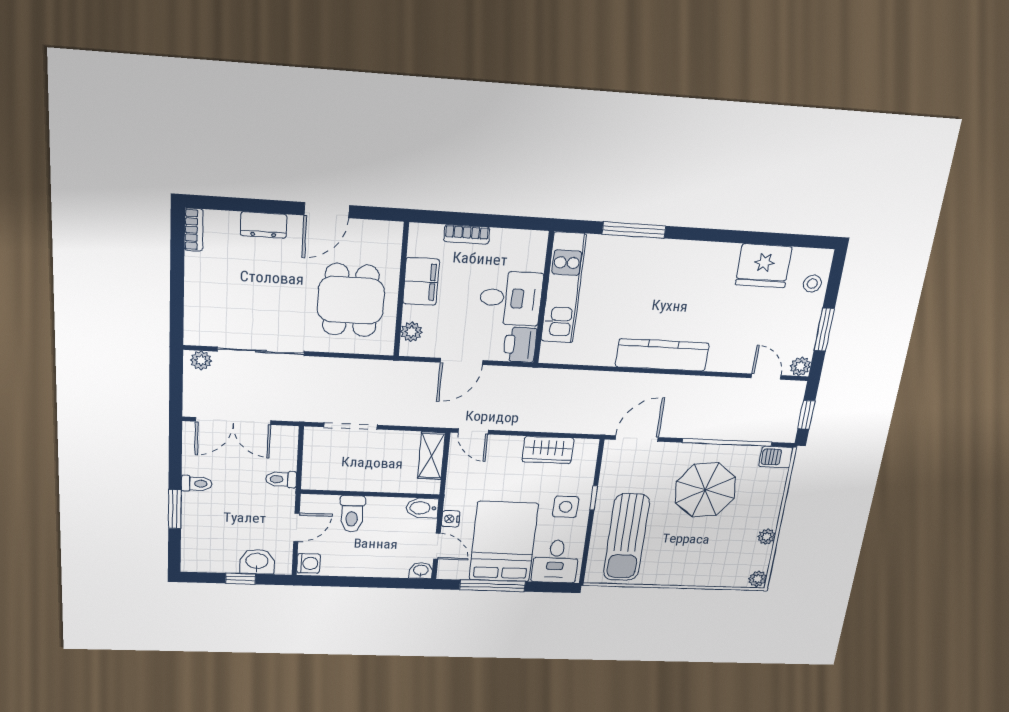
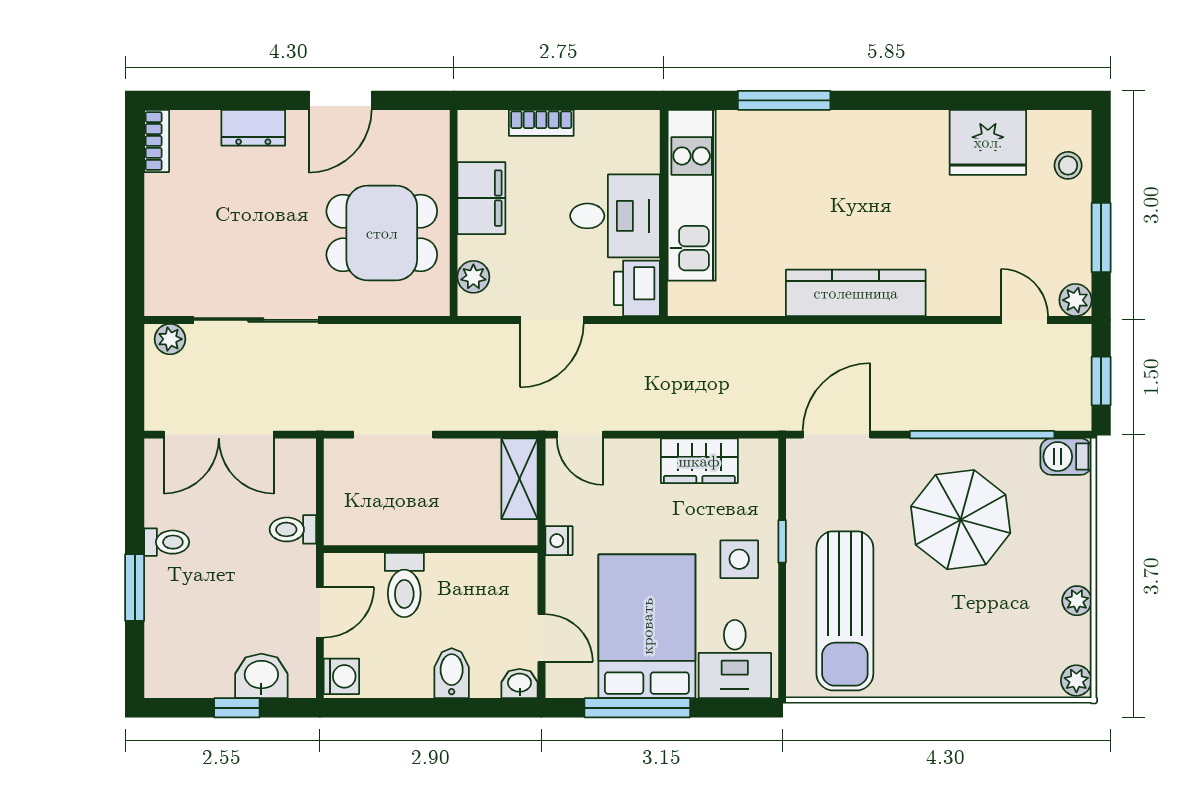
dining table: (351, 300) -> (382, 233), turned 90
bidet: (422, 508) -> (452, 673), moved, turned 90
nightstand: (451, 519) -> (559, 541), moved

